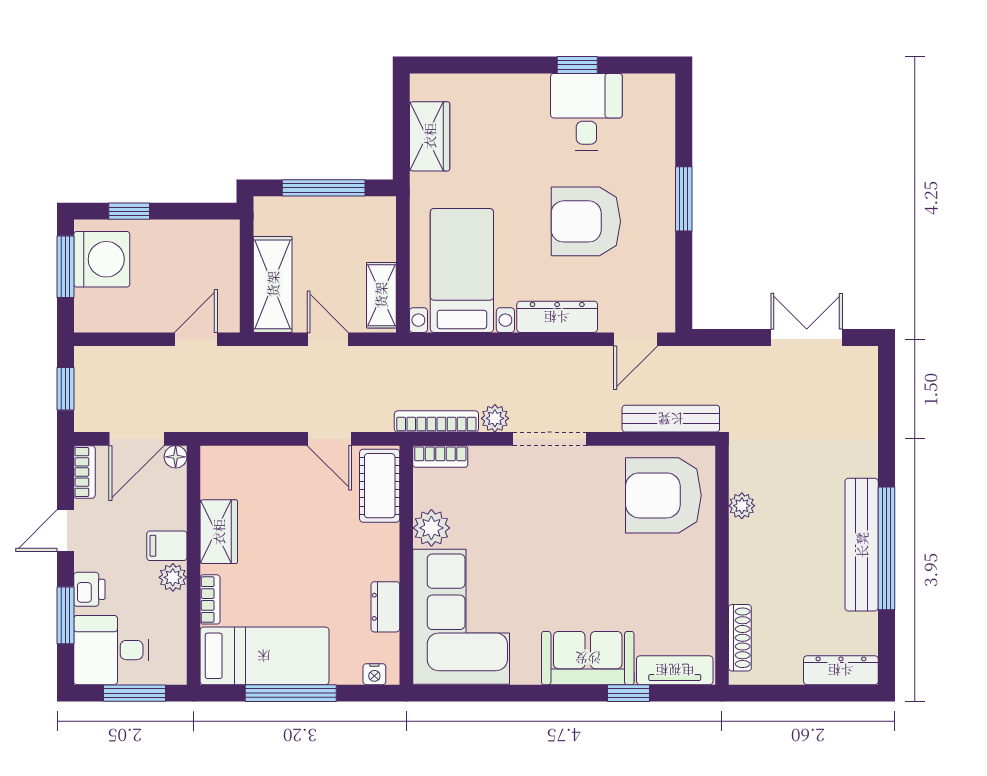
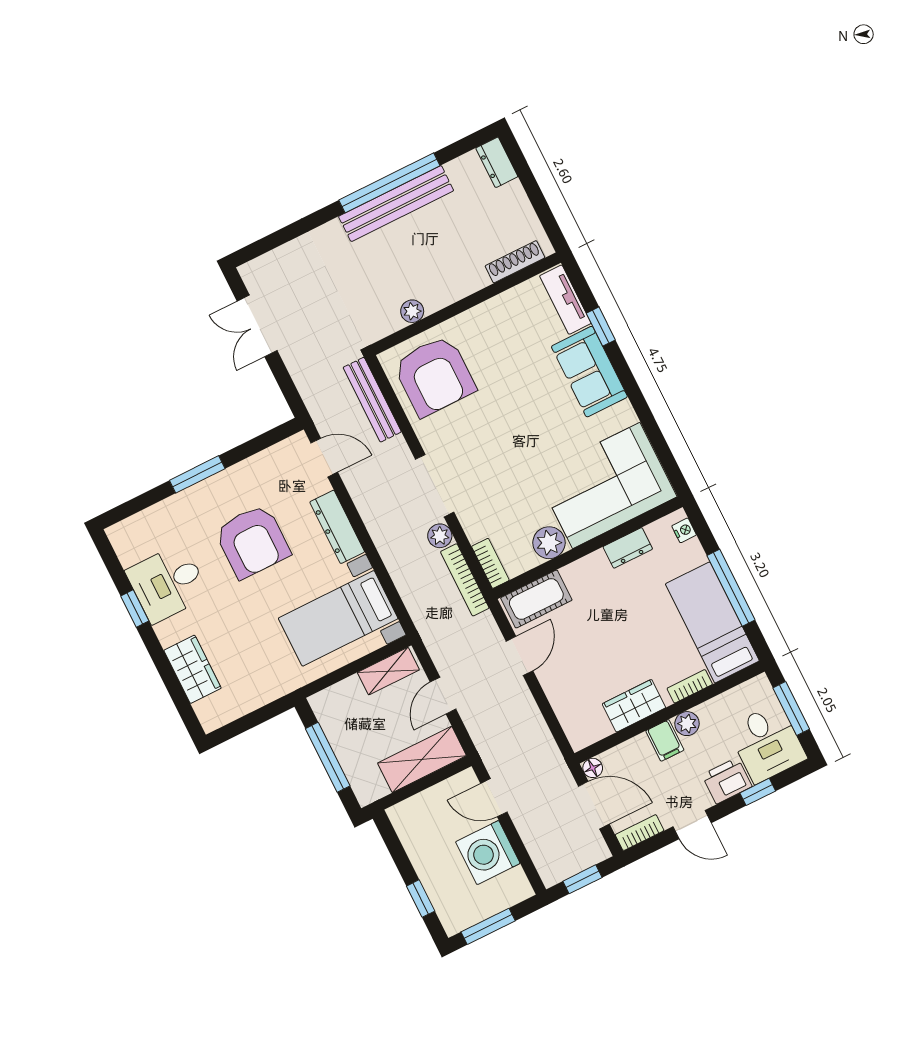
wardrobe: (430, 136) -> (192, 669), moved, turned 90
washing machine: (102, 259) -> (488, 853), moved, turned -90
printer: (89, 589) -> (727, 781), width x1.36, depth x1.24
window: (66, 615) -> (758, 792), width x0.67
dresser: (841, 670) -> (497, 162), width x0.70

